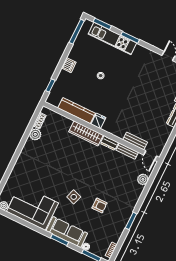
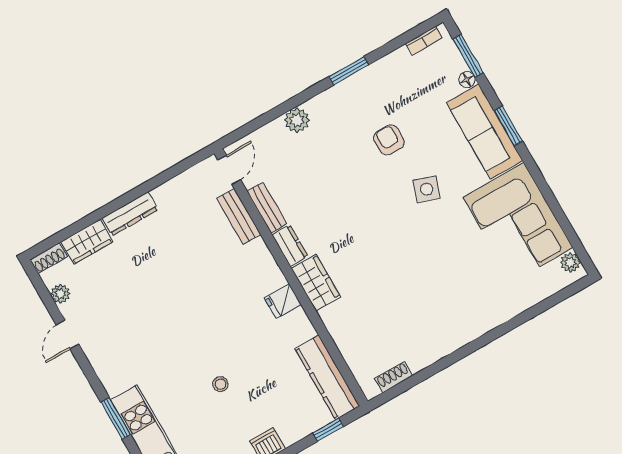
kitchen counter: (76, 111) -> (327, 377), moved
wardrobe: (86, 133) -> (316, 283), width x0.67
plant: (35, 134) -> (419, 357), removed
plant: (143, 179) -> (297, 120), moved

